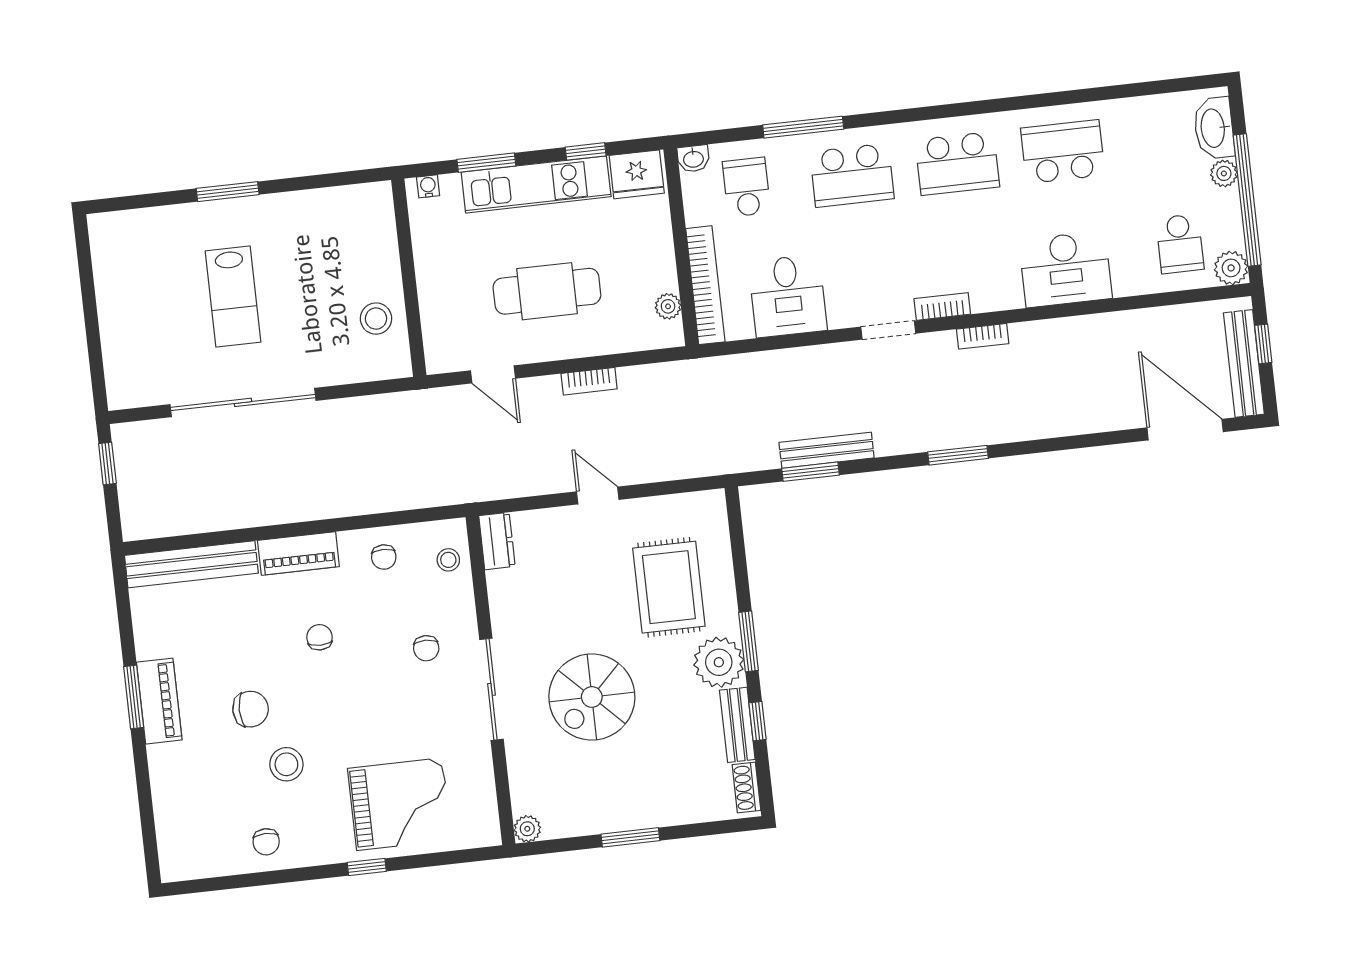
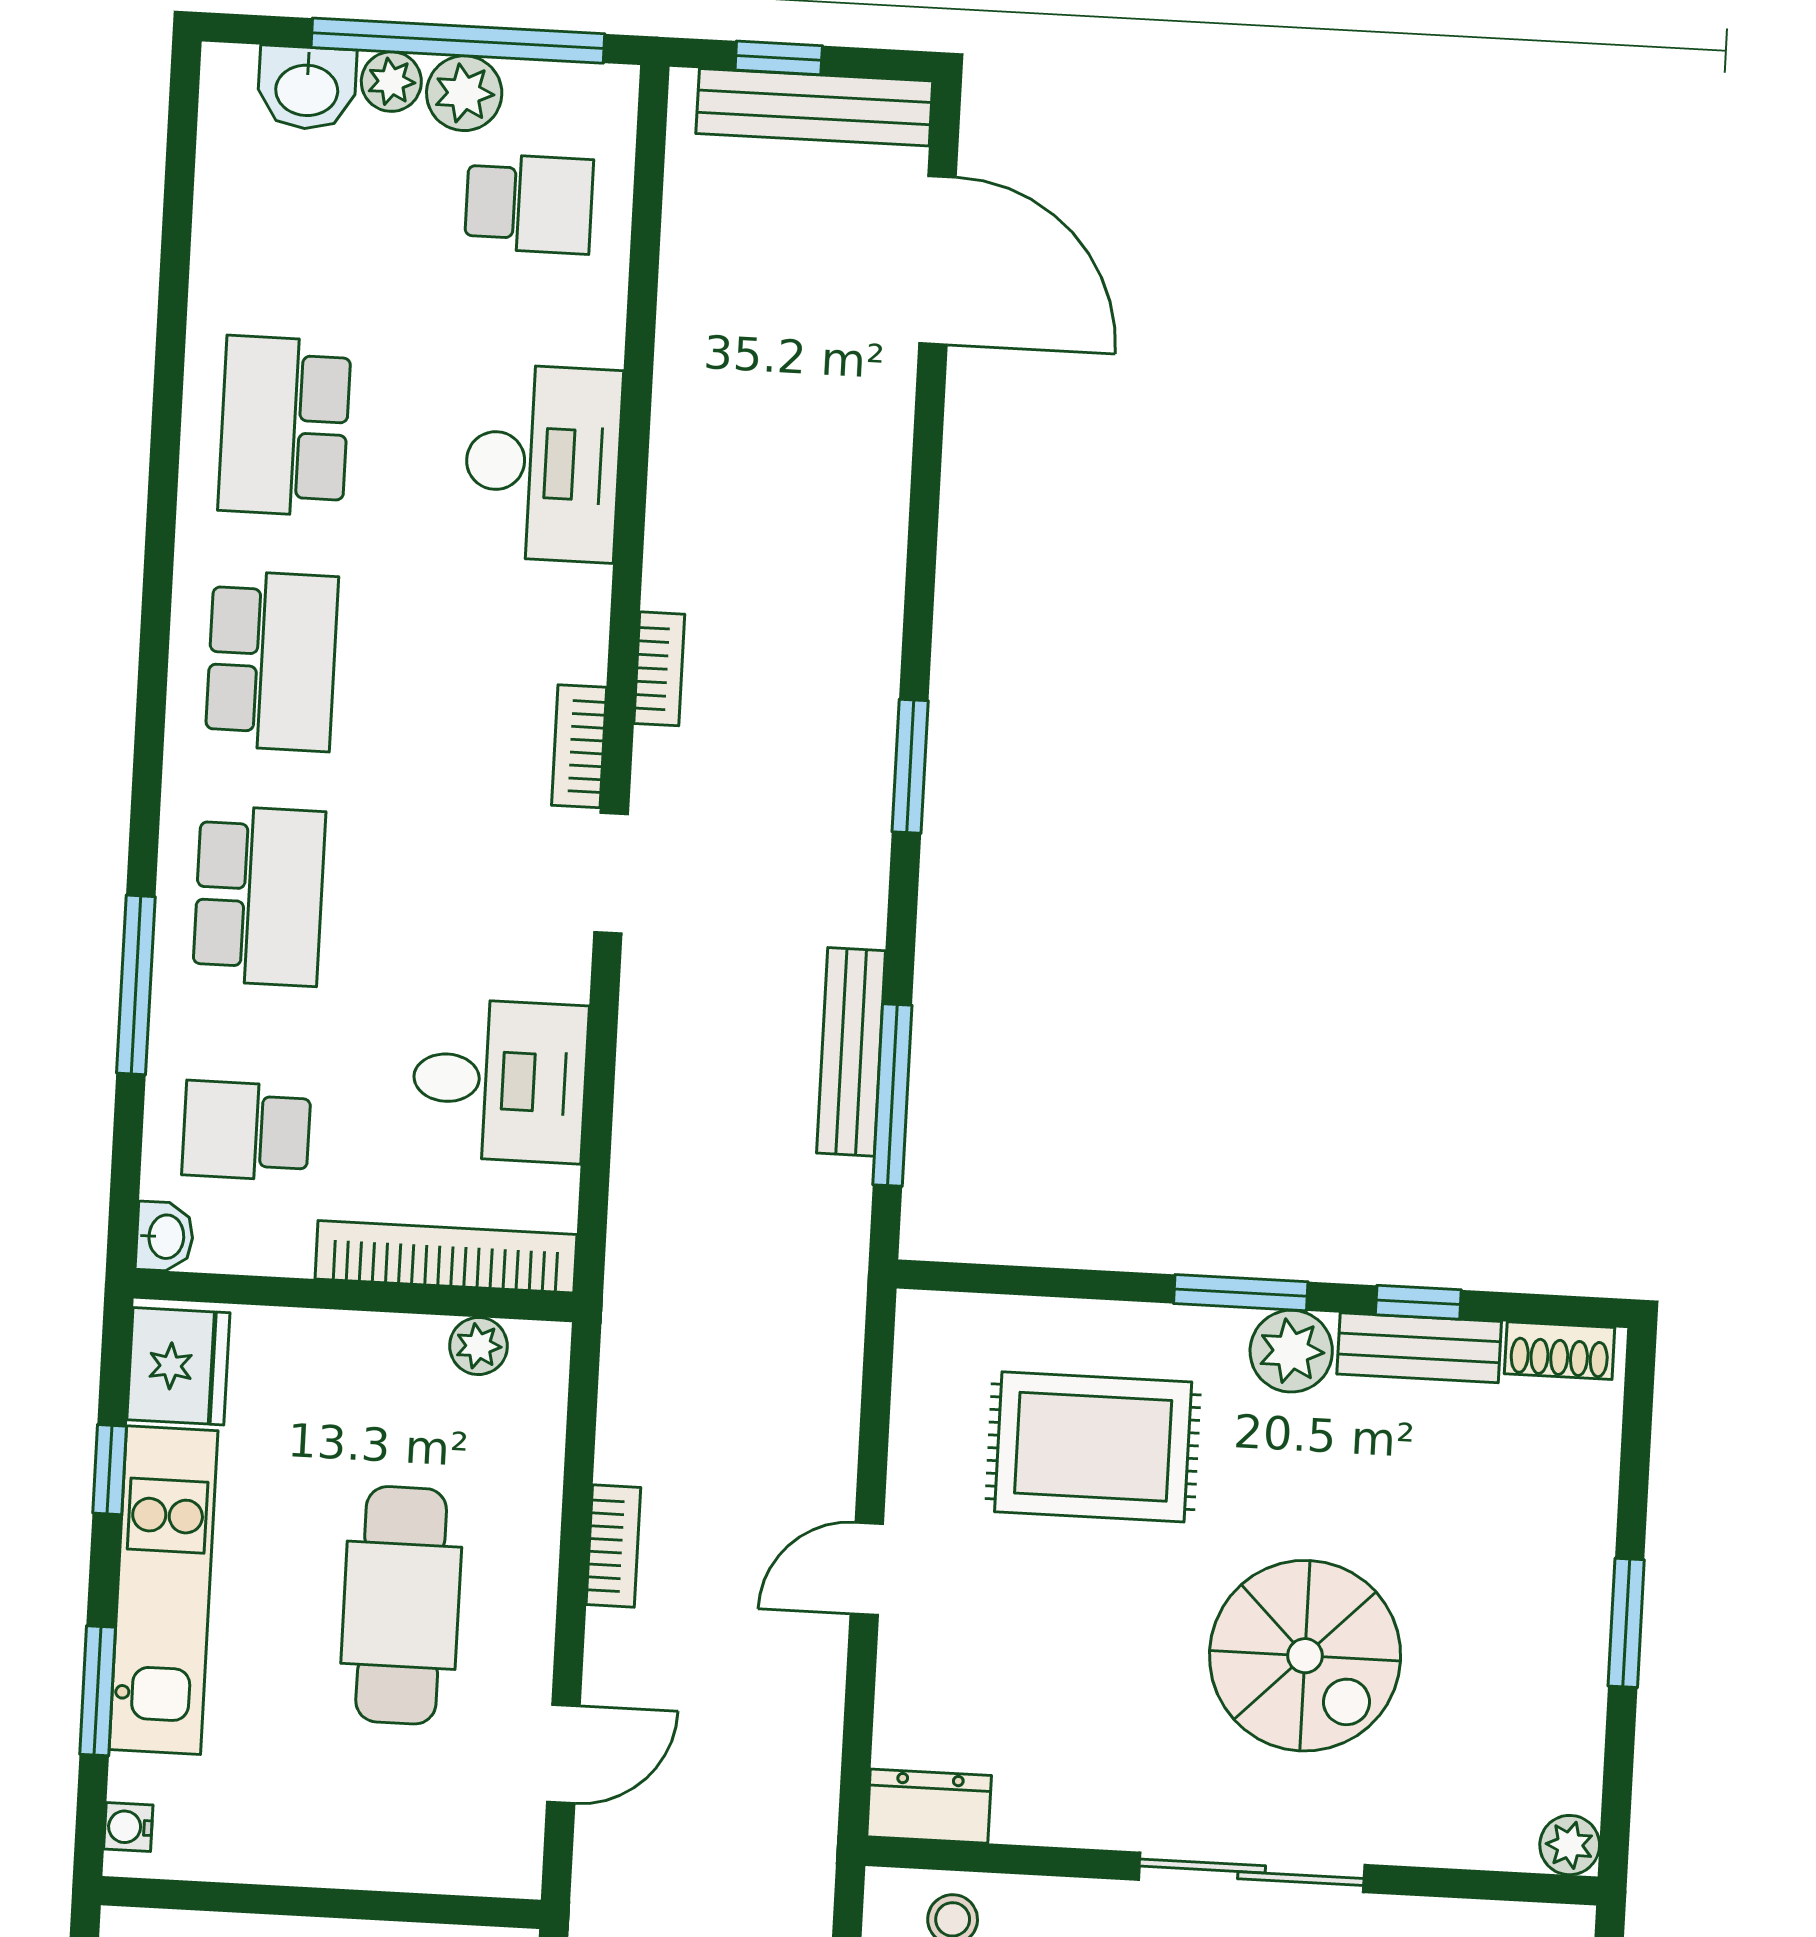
washbasin: (1214, 128) -> (307, 88), width x0.72
plant: (1231, 268) -> (464, 93), moved
door: (1185, 430) -> (938, 260), swing flipped
window: (810, 472) -> (892, 1095), width x1.44
plant: (719, 662) -> (1291, 1351), width x0.73, depth x0.73

